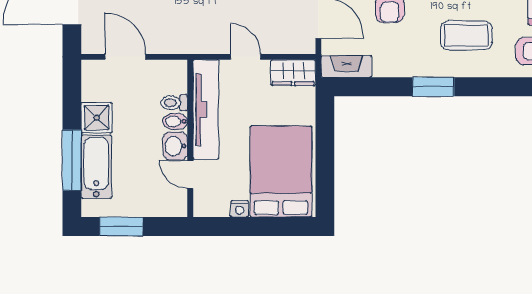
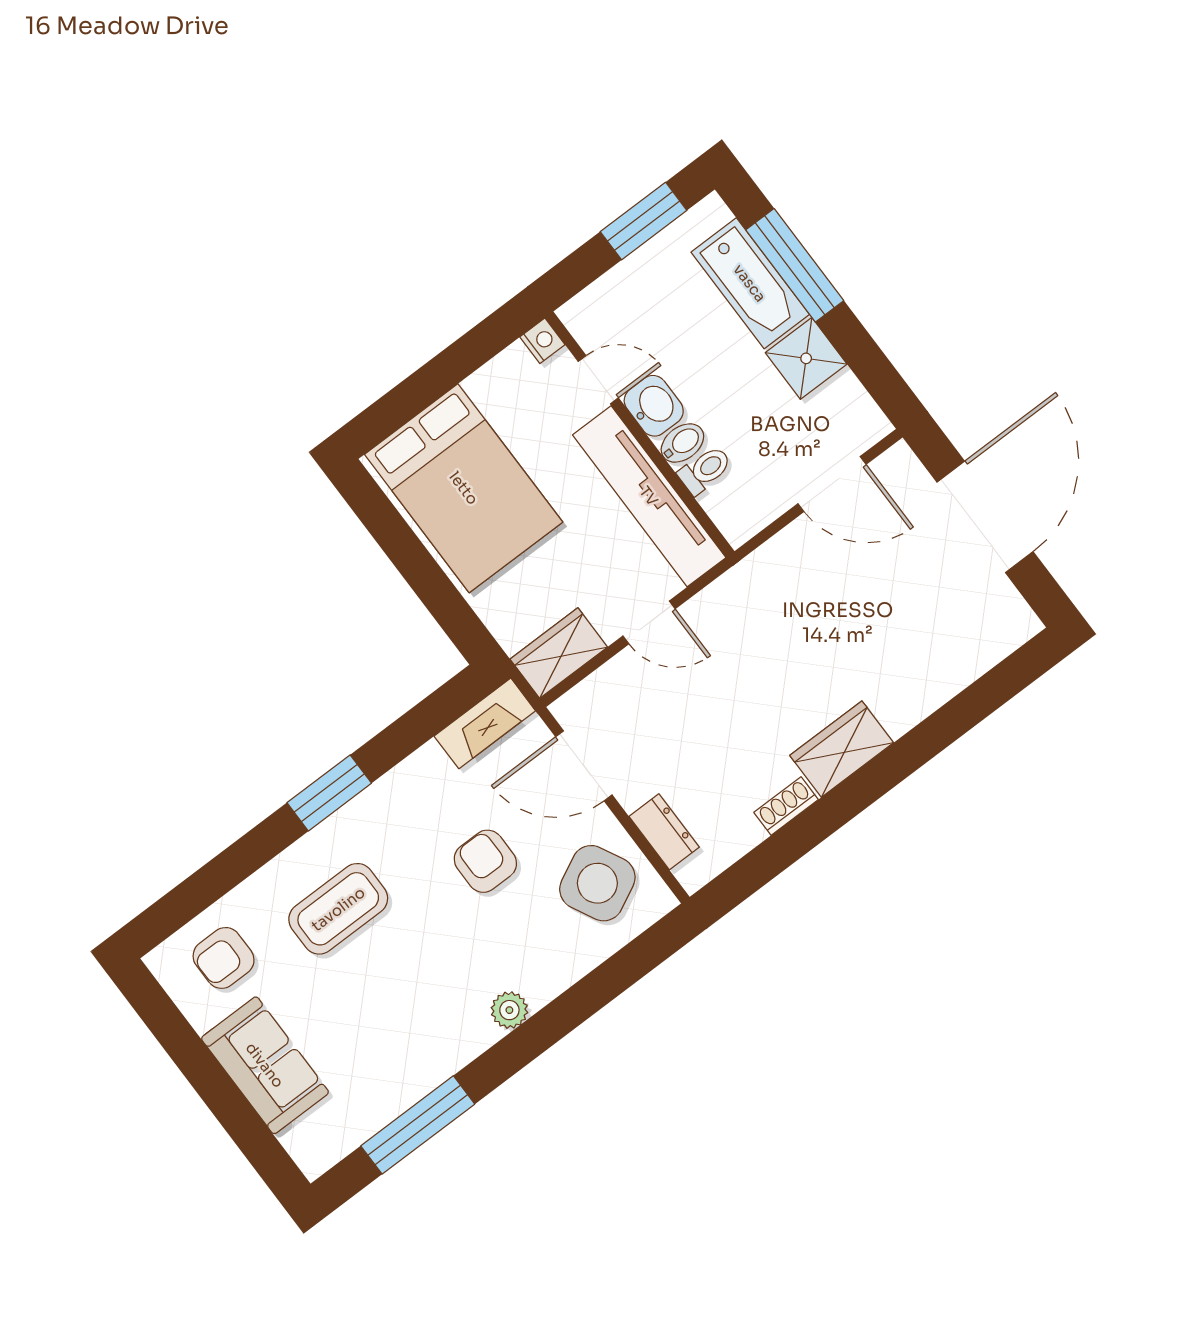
nightstand: (239, 209) -> (542, 341), moved, turned 90

